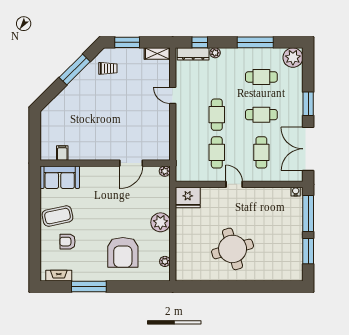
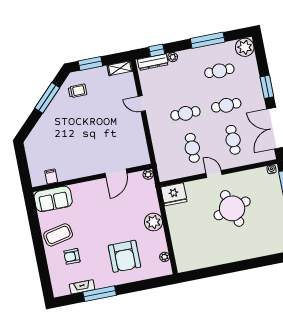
cafe table: (217, 115) -> (185, 113), turned 90
round table: (233, 249) -> (232, 208), moved
fireplace: (59, 276) -> (82, 287), moved

